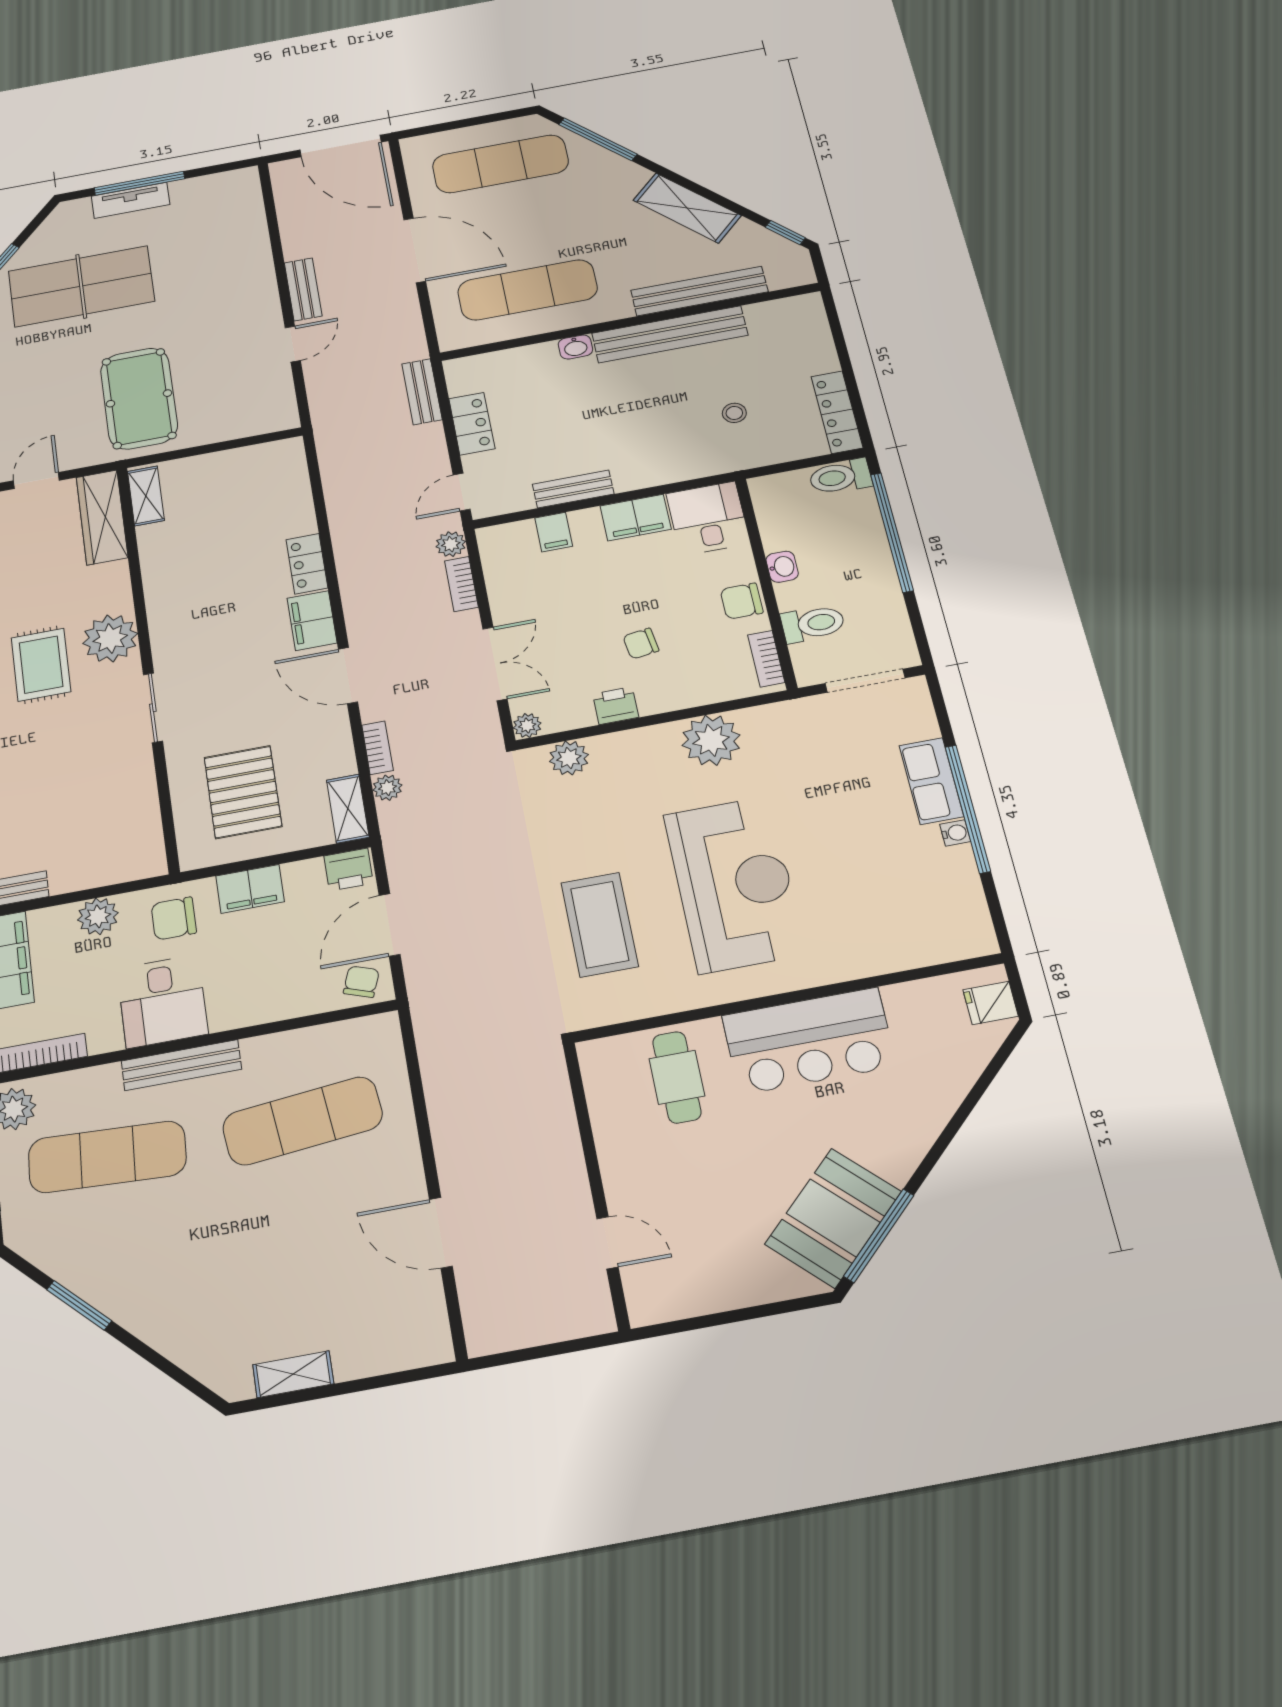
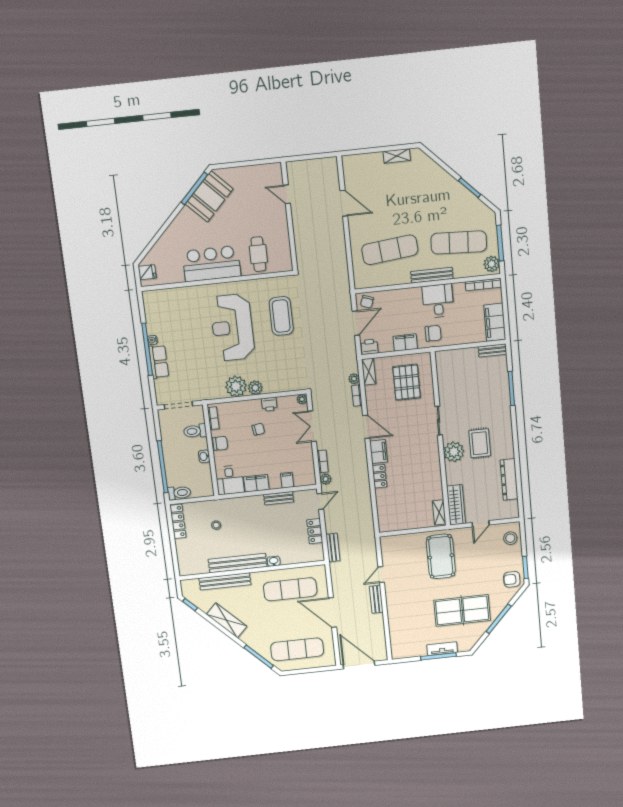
plant: (569, 758) -> (255, 388), moved
plant: (98, 916) -> (460, 337), removed

